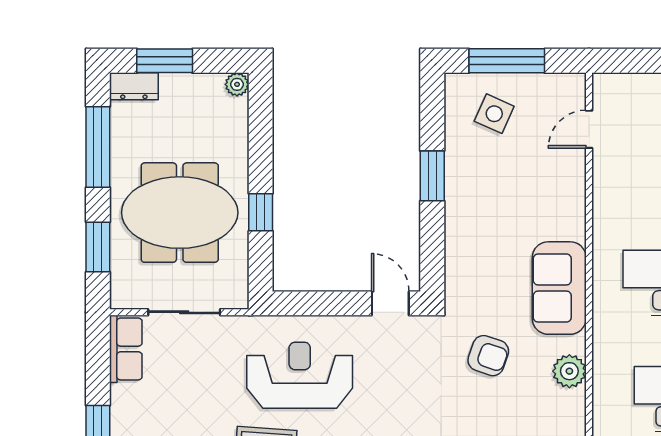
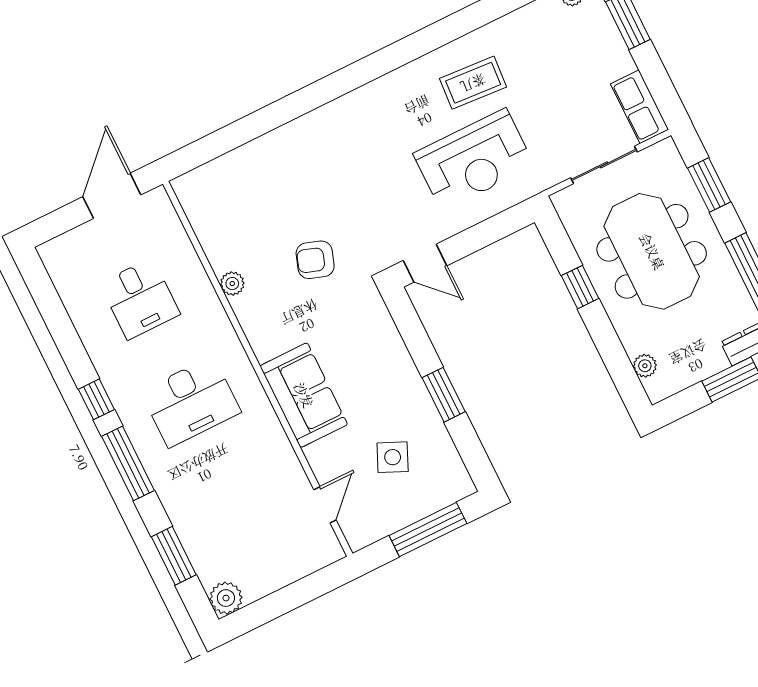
plant: (237, 84) -> (645, 366), moved
side table: (494, 114) -> (393, 457), moved
meeting table: (180, 213) -> (652, 251), turned 90
sofa: (559, 288) -> (304, 395), moved
plant: (569, 371) -> (232, 284), width x0.73, depth x0.73

